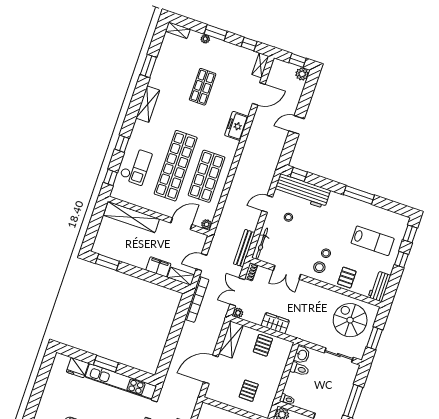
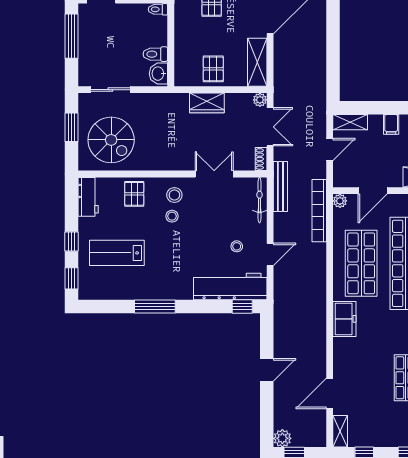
freezer: (236, 126) -> (344, 319), moved
filing cabinet: (158, 267) -> (391, 124), width x0.50
bookcase: (197, 299) -> (319, 211), moved

